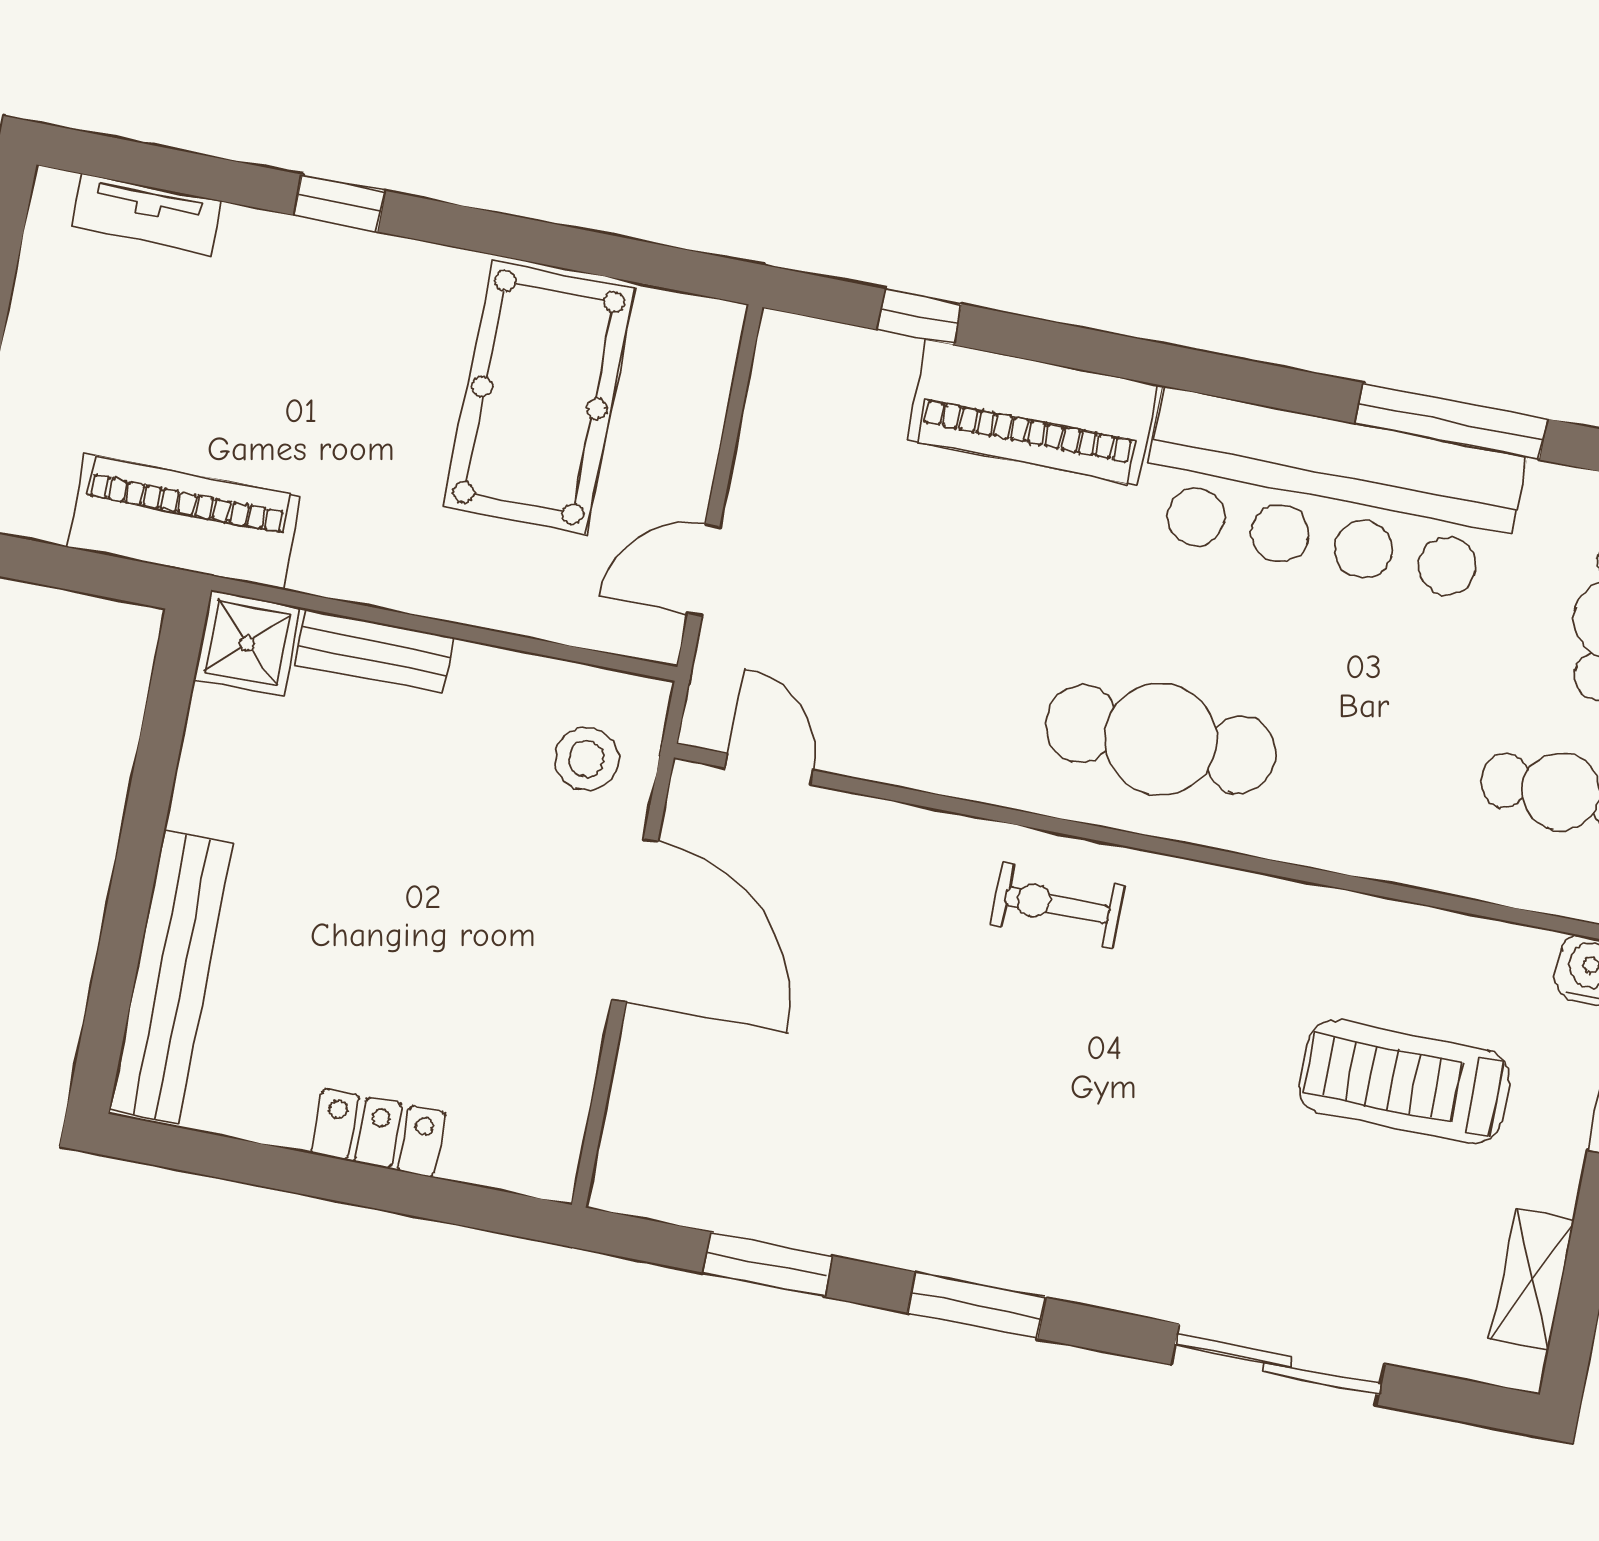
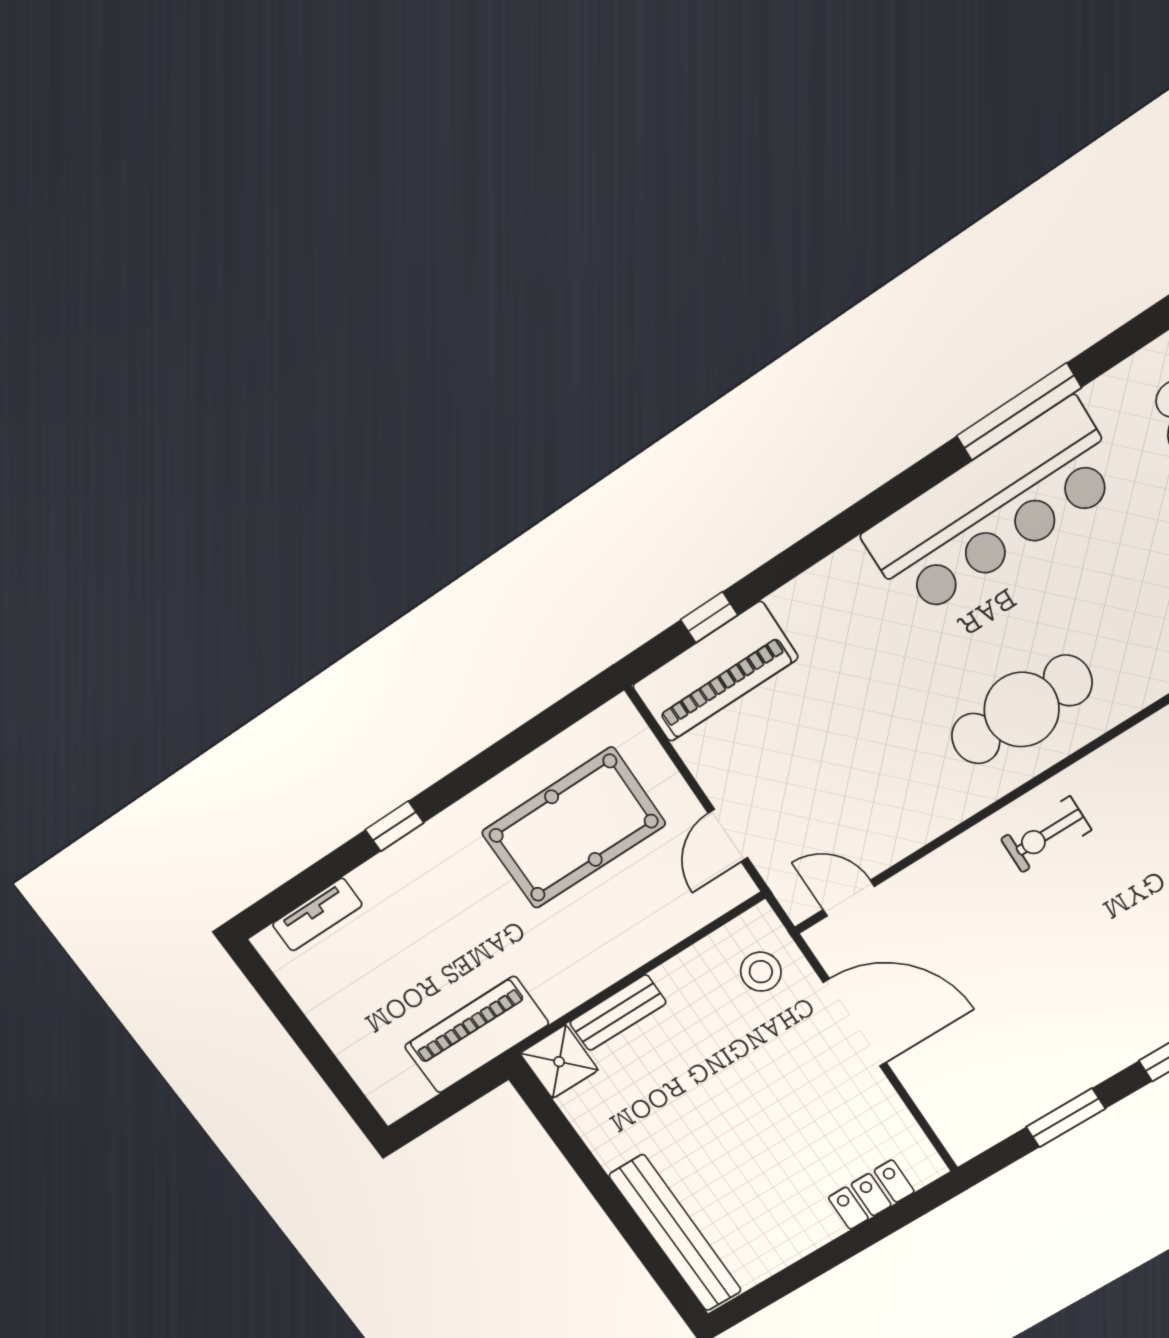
pool table: (539, 397) -> (573, 828), turned 90
piano: (1032, 412) -> (715, 672), moved
locker: (378, 1133) -> (871, 1195), moved

